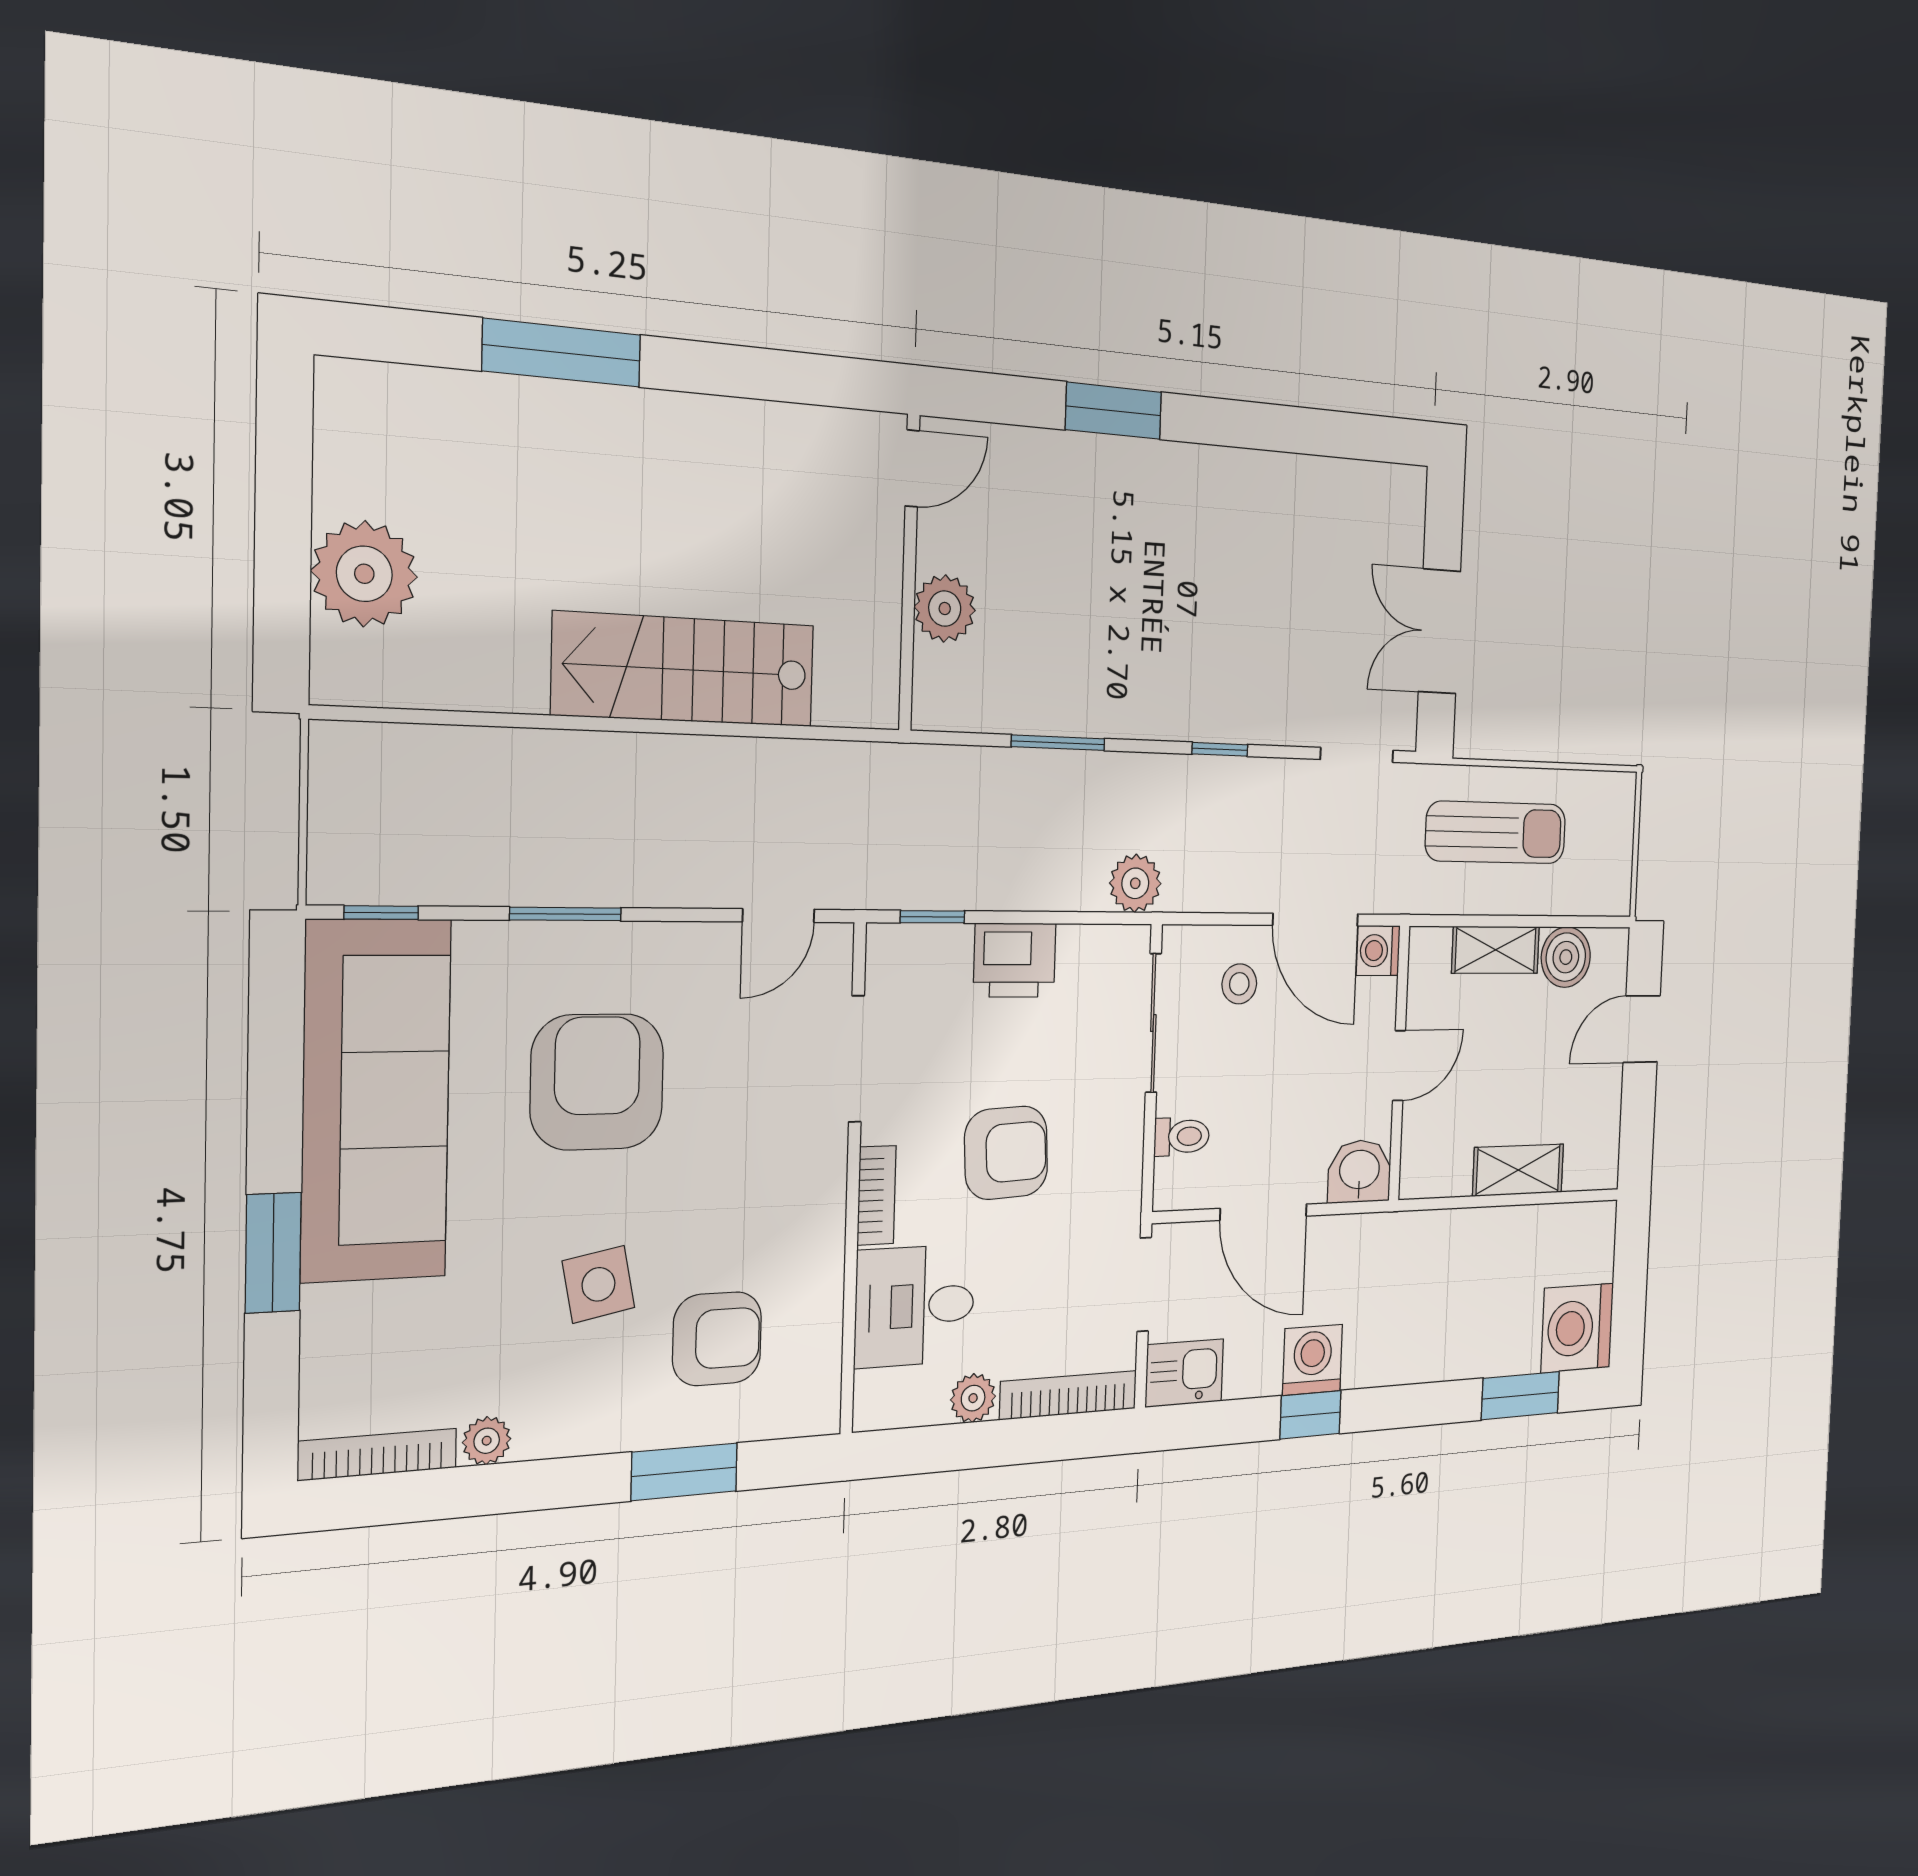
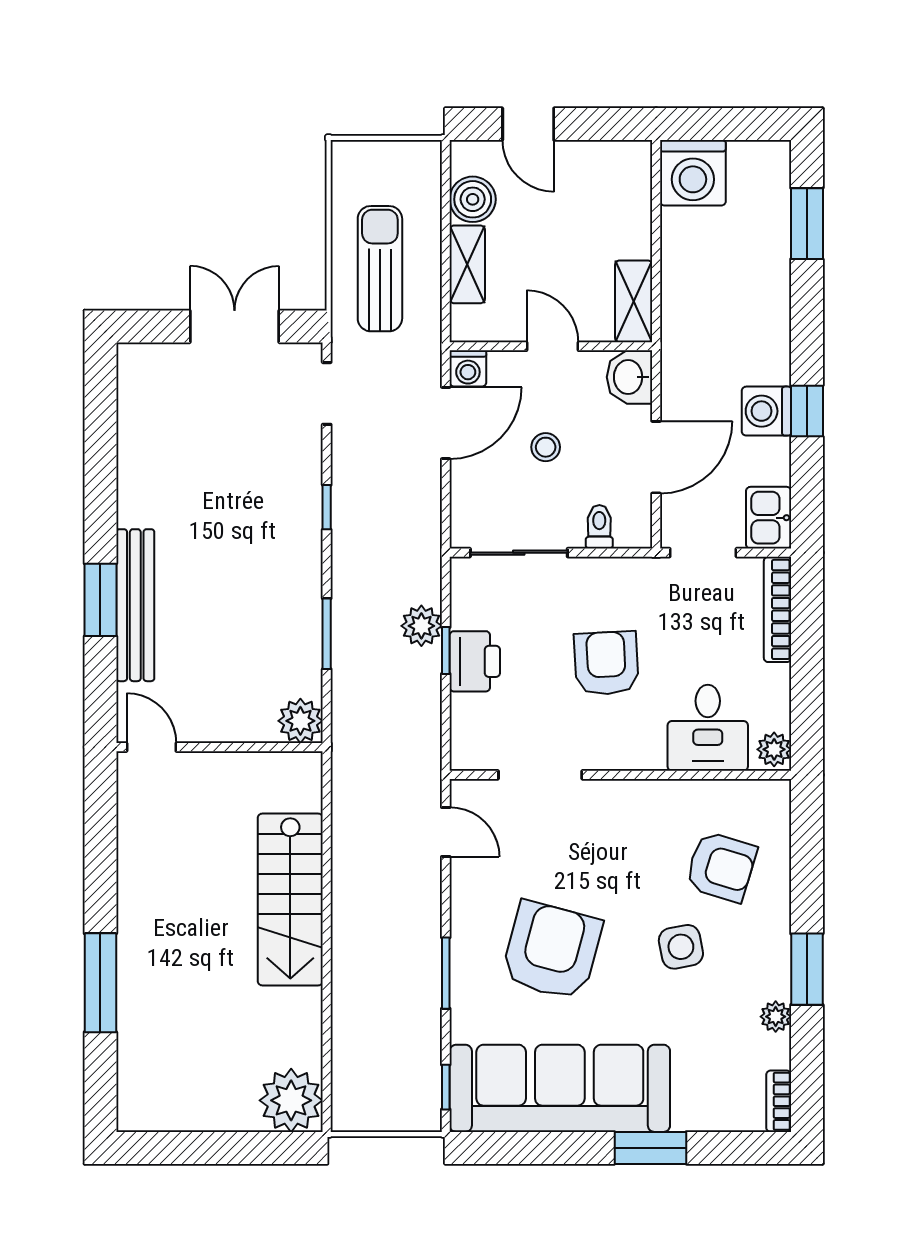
bench: (1105, 462) -> (135, 605), added
plant: (364, 574) -> (291, 1100), moved
plant: (945, 609) -> (300, 721), moved
double door: (1439, 631) -> (235, 326), swing flipped
plant: (1135, 883) -> (421, 626), moved
window: (933, 917) -> (446, 651), moved
stool: (1239, 984) -> (546, 447), moved
armchair: (597, 1082) -> (552, 951), turned 105
shelving: (1518, 1170) -> (634, 301), moved
bookcase: (877, 1195) -> (632, 758), removed
washing machine: (1577, 1328) -> (693, 173), moved
armchair: (717, 1339) -> (721, 867), turned 107
plant: (973, 1398) -> (774, 749), moved
bookcase: (378, 1455) -> (779, 1101), width x0.64
window: (684, 1472) -> (807, 969), moved

